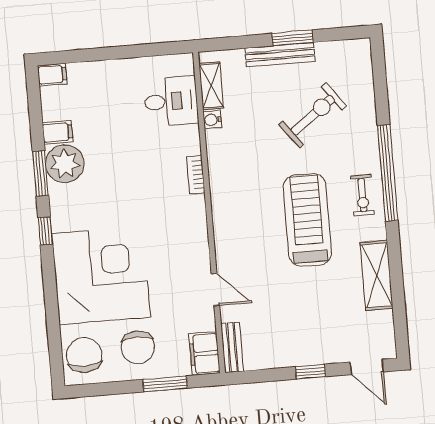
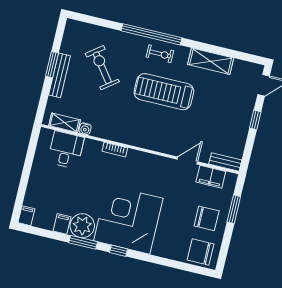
corner desk: (101, 276) -> (128, 220), moved
filing cabinet: (204, 354) -> (211, 177), moved

